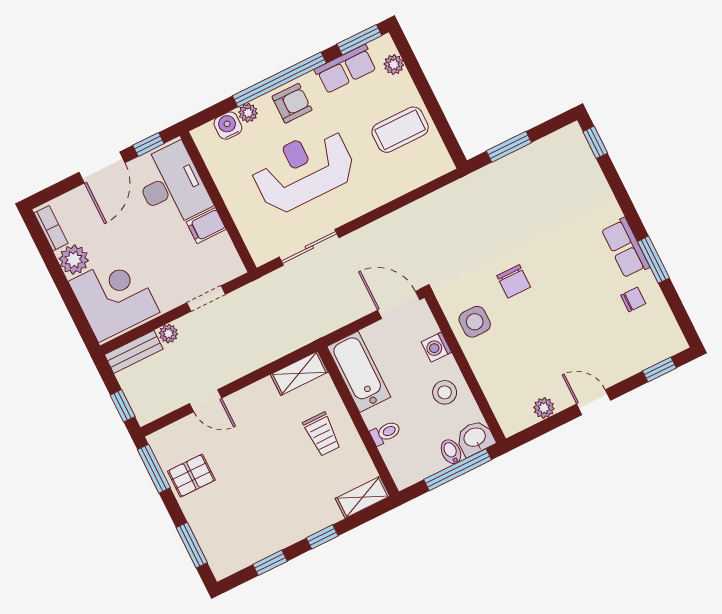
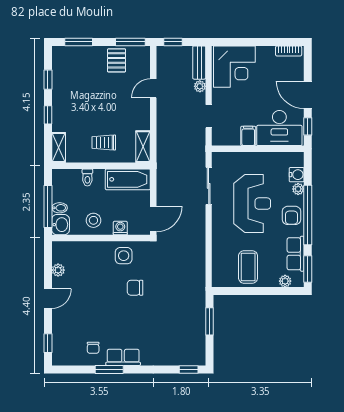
plant: (74, 260) -> (265, 55), removed

